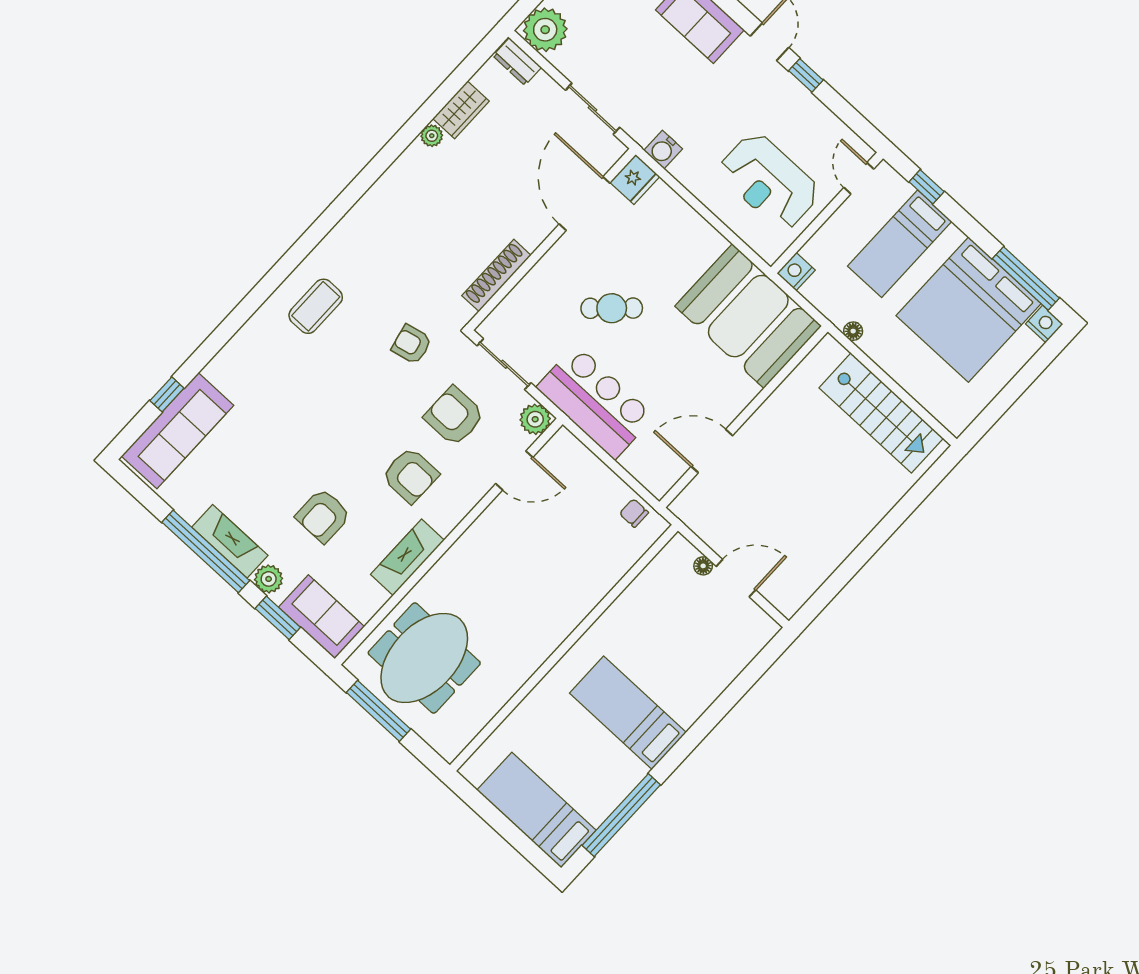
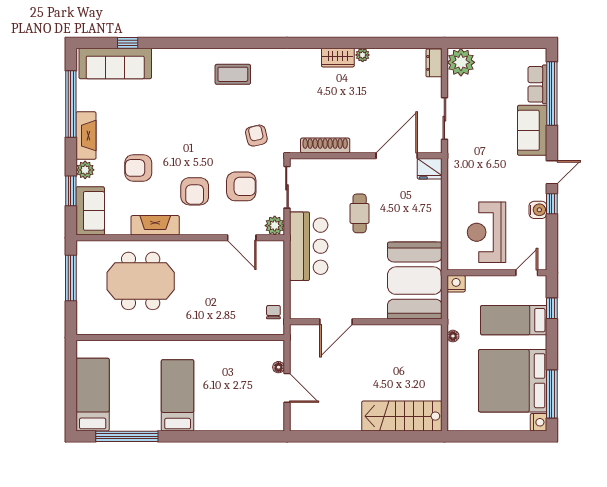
wardrobe: (461, 110) -> (338, 58), moved
water cooler: (663, 150) -> (538, 210), moved, turned 180
cafe table: (612, 308) -> (360, 213), turned 43
stairs: (881, 413) -> (402, 416), moved, turned 90
armchair: (454, 416) -> (241, 186), turned 90
door: (712, 451) -> (336, 322), swing flipped
window: (206, 551) -> (71, 104), moved
meeting table: (424, 658) -> (141, 281), moved

